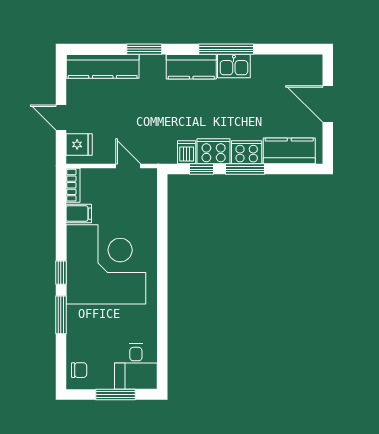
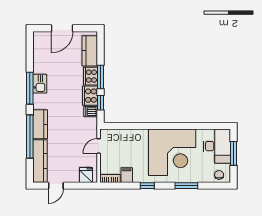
window: (144, 49) -> (30, 137), width x2.11
kitchen counter: (191, 67) -> (40, 124), moved
door: (61, 117) -> (56, 186), moved
corner desk: (106, 264) -> (172, 152), moved, turned 180
window: (61, 273) -> (147, 186), moved
desk: (136, 366) -> (217, 146), width x1.37

